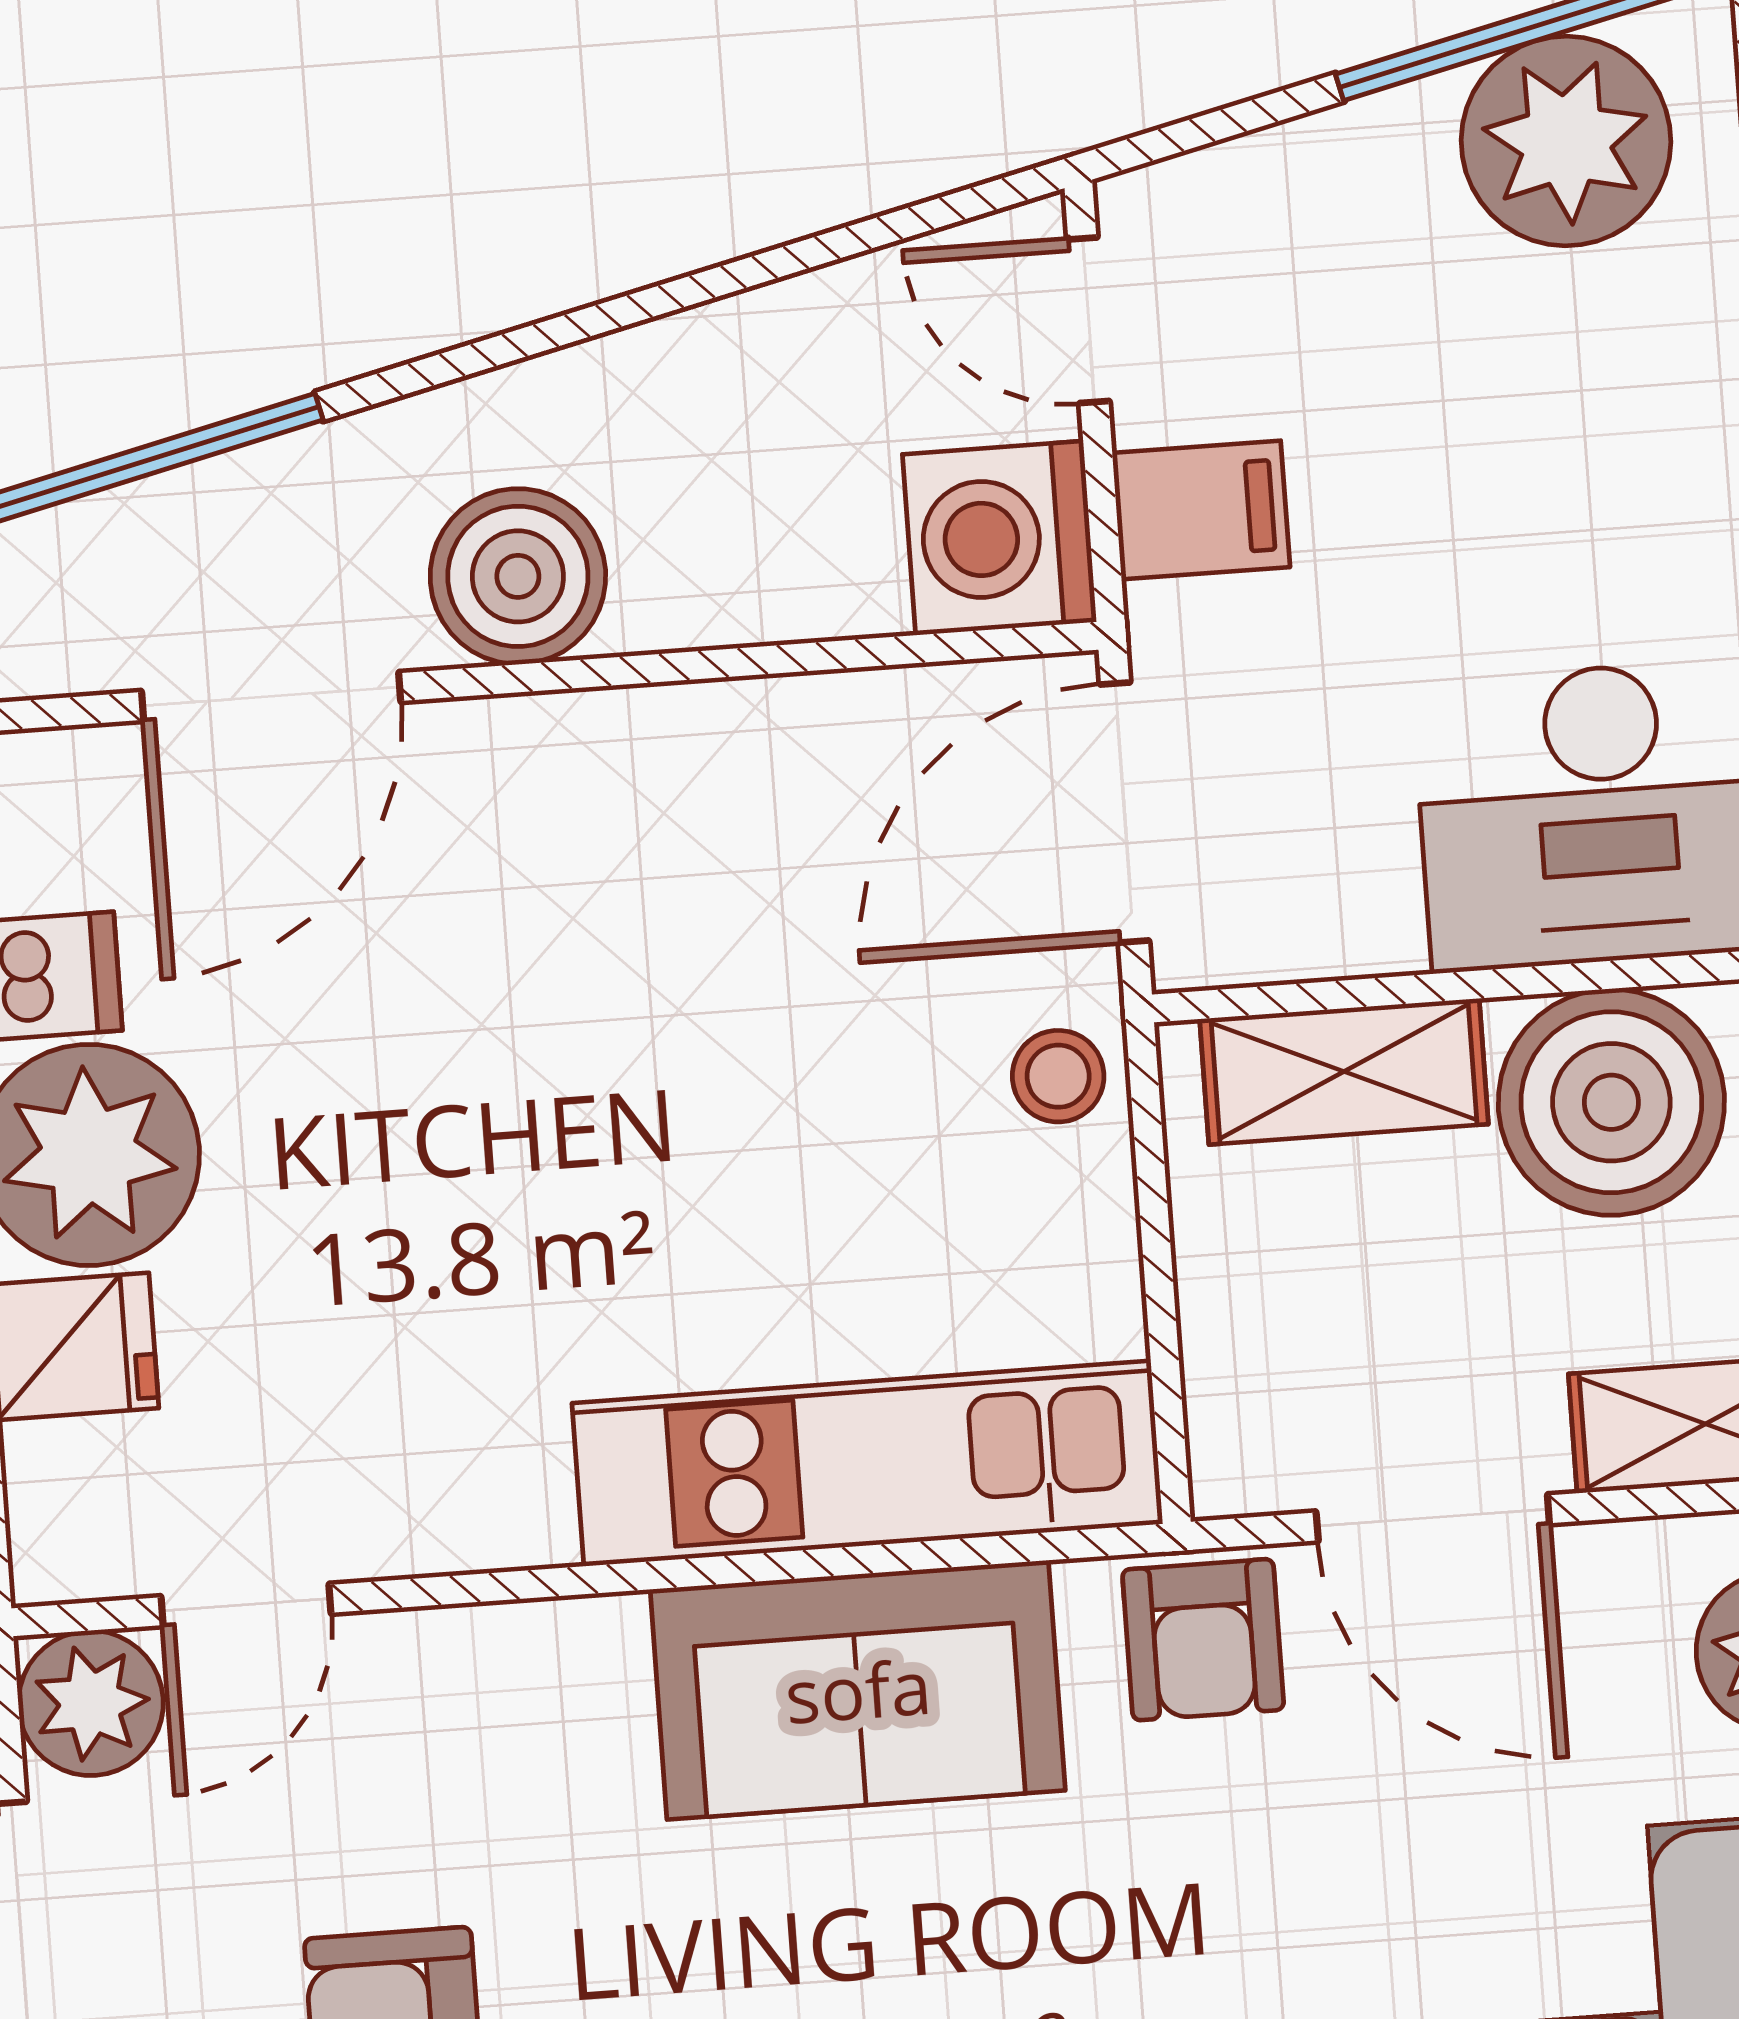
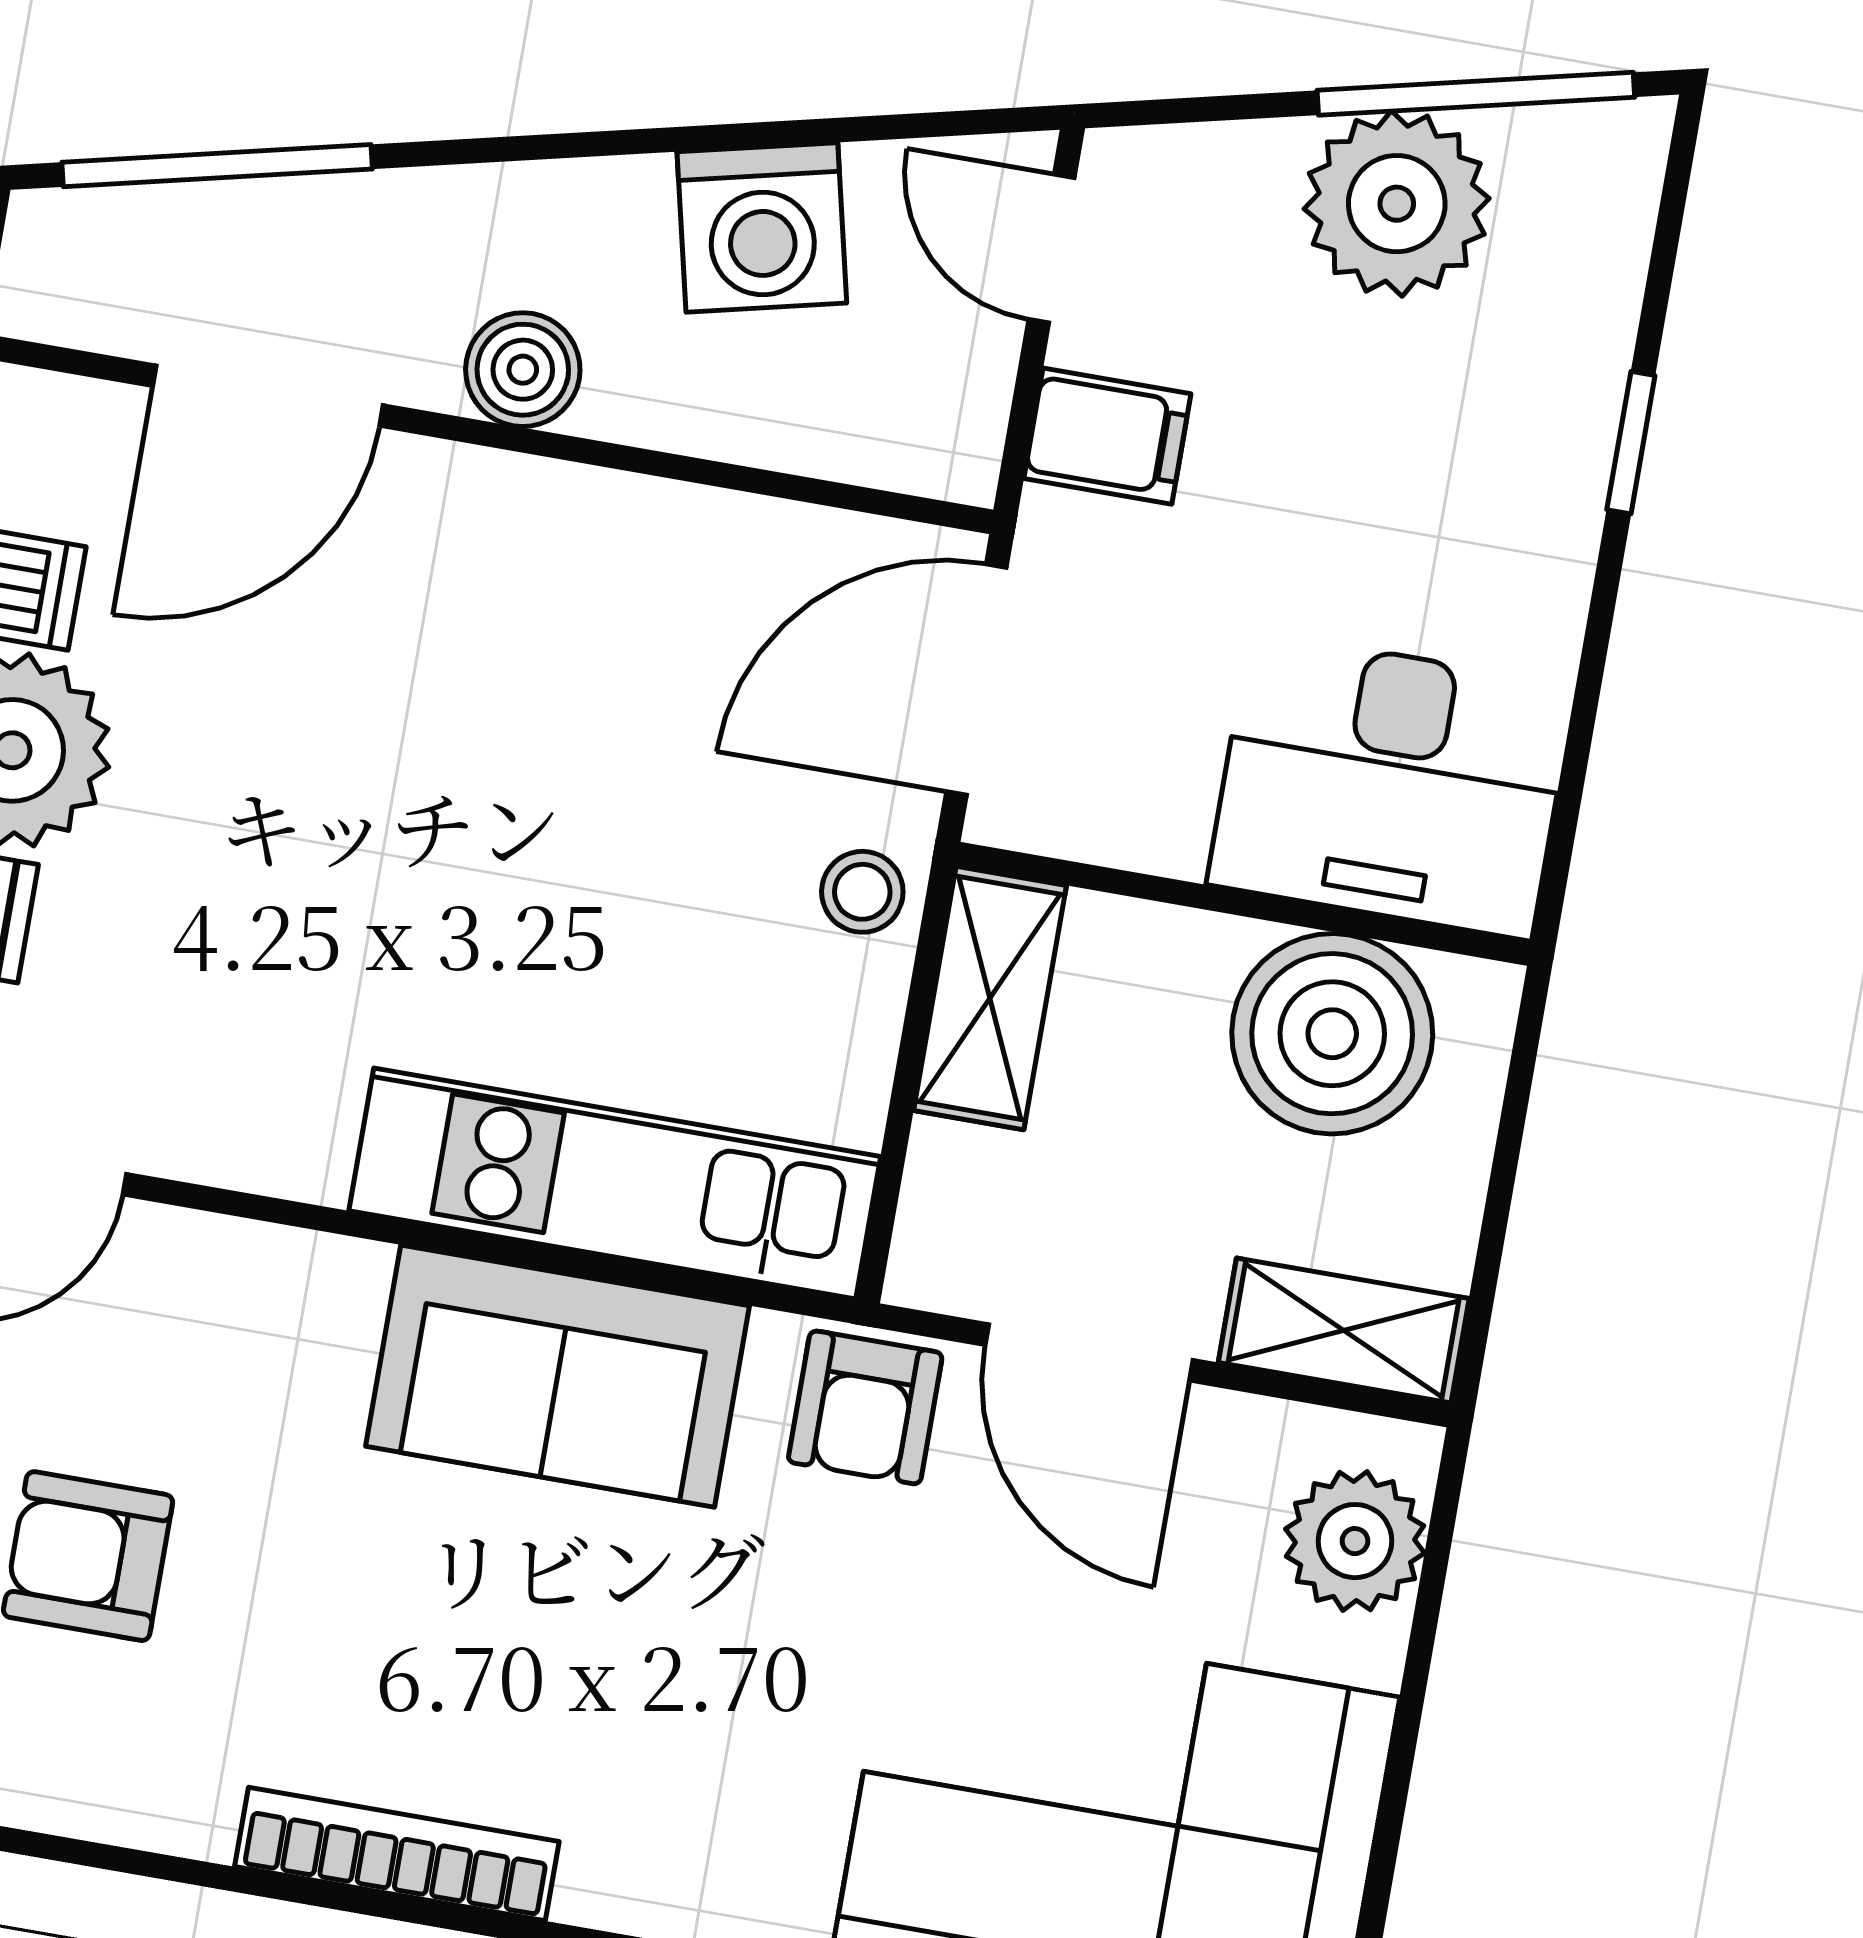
plant: (1566, 141) -> (1397, 204), moved
washing machine: (999, 538) -> (762, 227), moved, turned -103
boiler: (518, 576) -> (523, 370), width x0.73, depth x0.73
shelving: (1344, 1072) -> (990, 998), moved, turned 90

